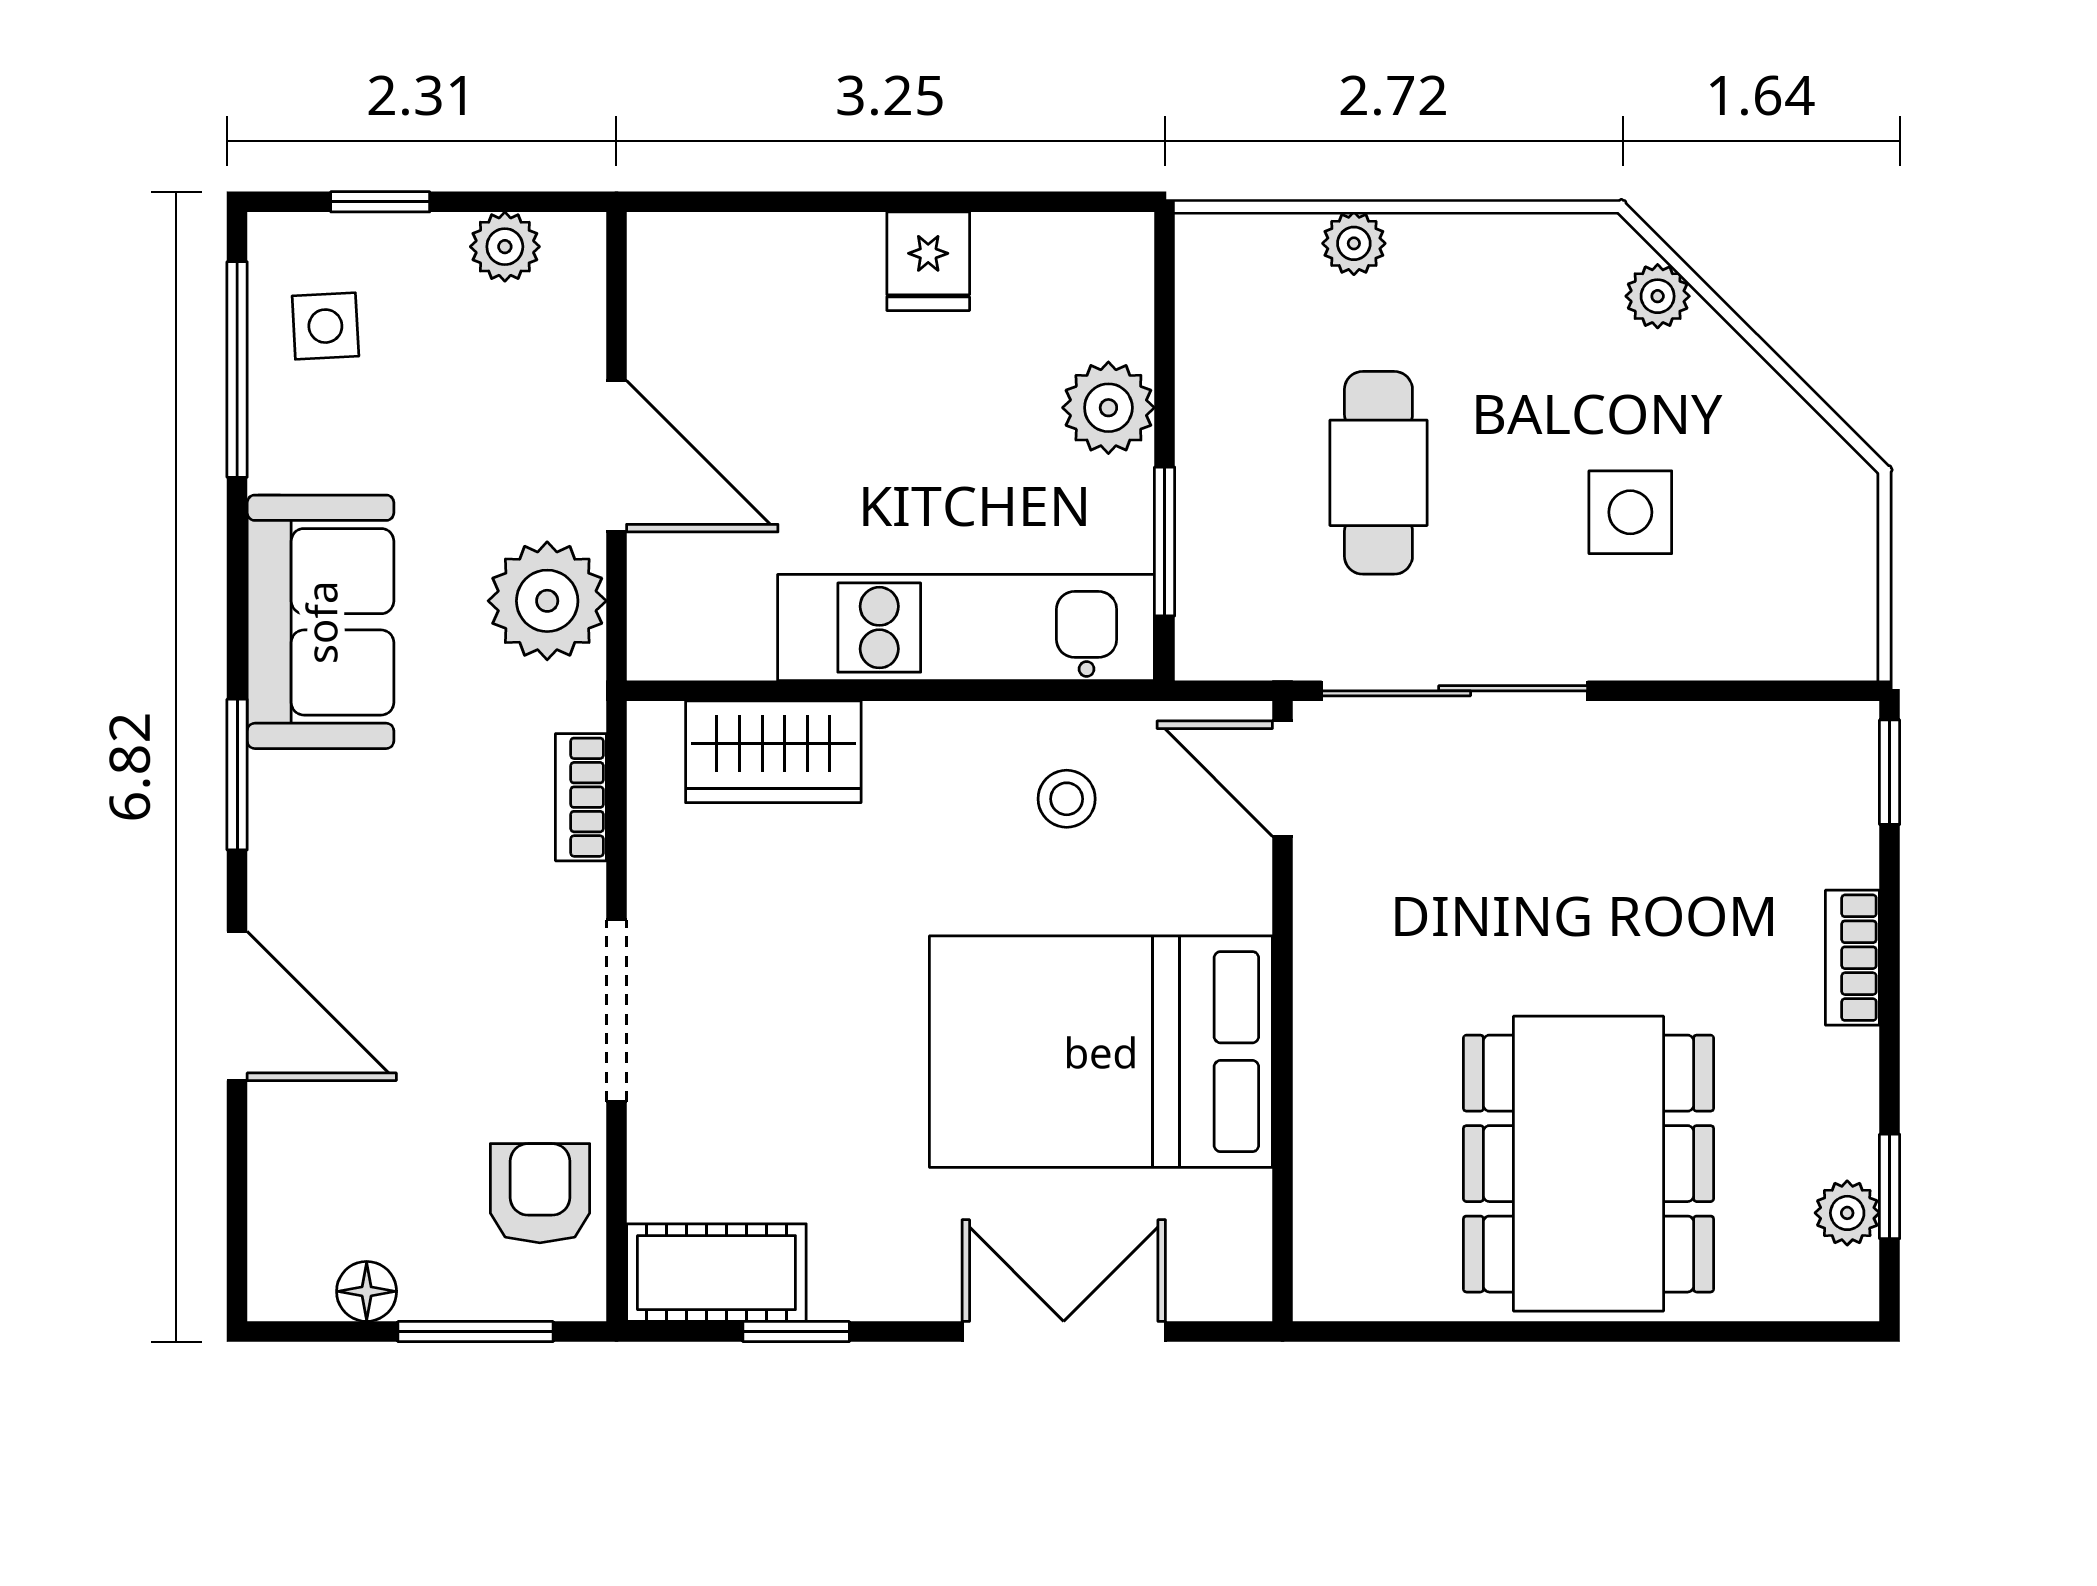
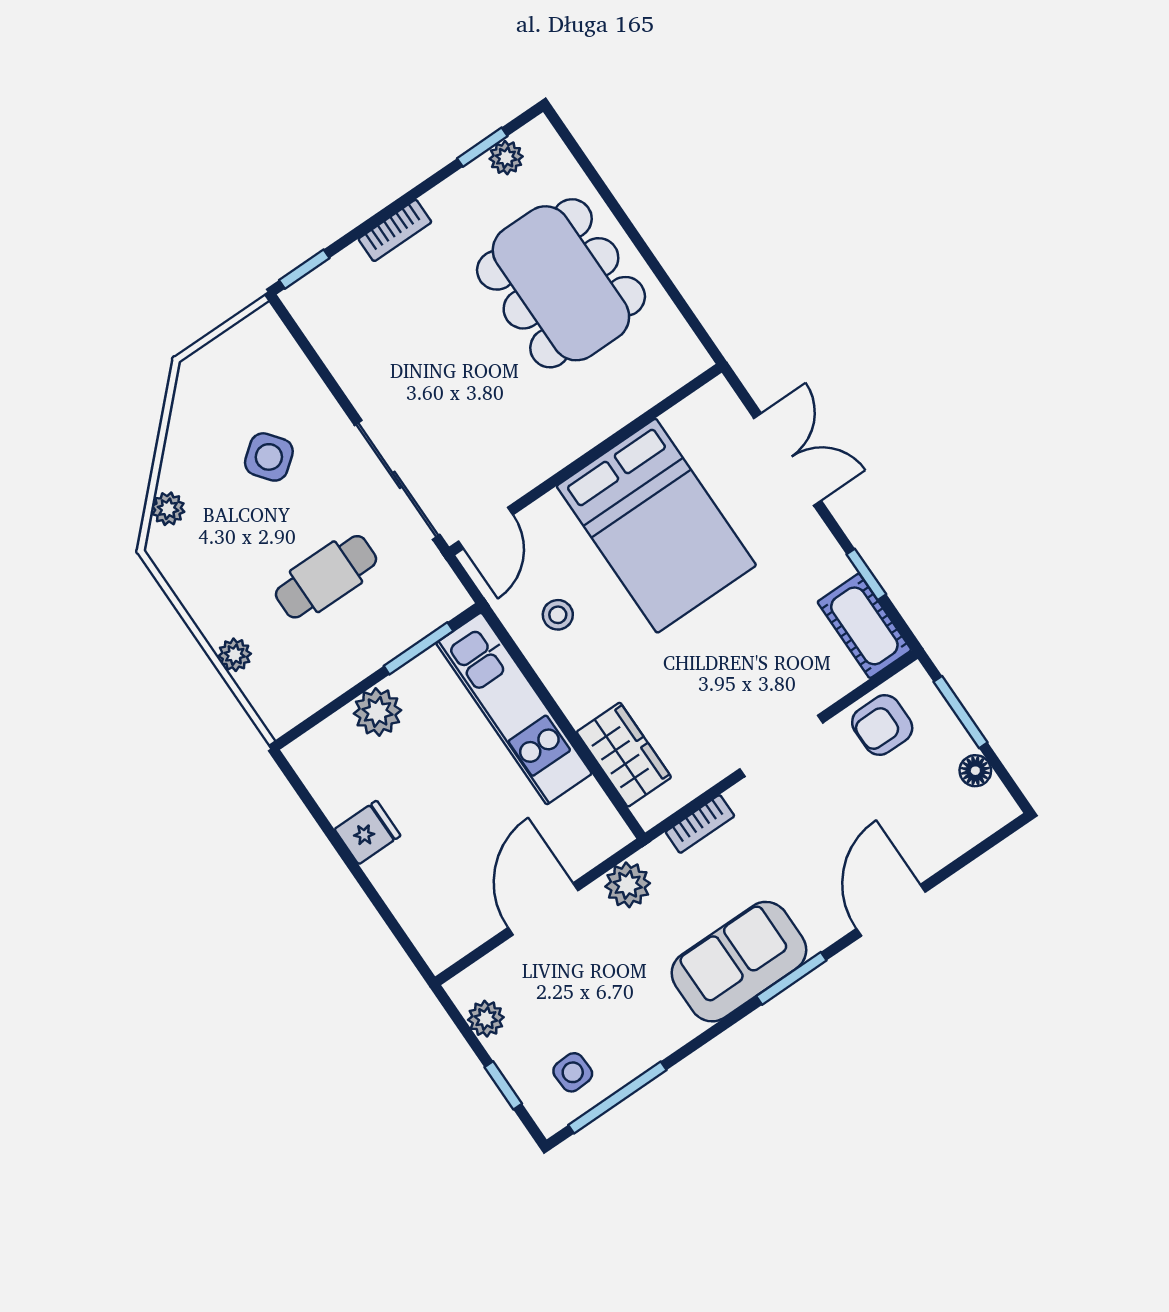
side table: (1630, 512) -> (269, 457), turned -38
plant: (547, 601) -> (628, 885), width x0.73, depth x0.73
sofa: (321, 622) -> (739, 962), moved
dining table: (1588, 1164) -> (561, 283), turned 90
double door: (1064, 1332) -> (788, 459), swing flipped

